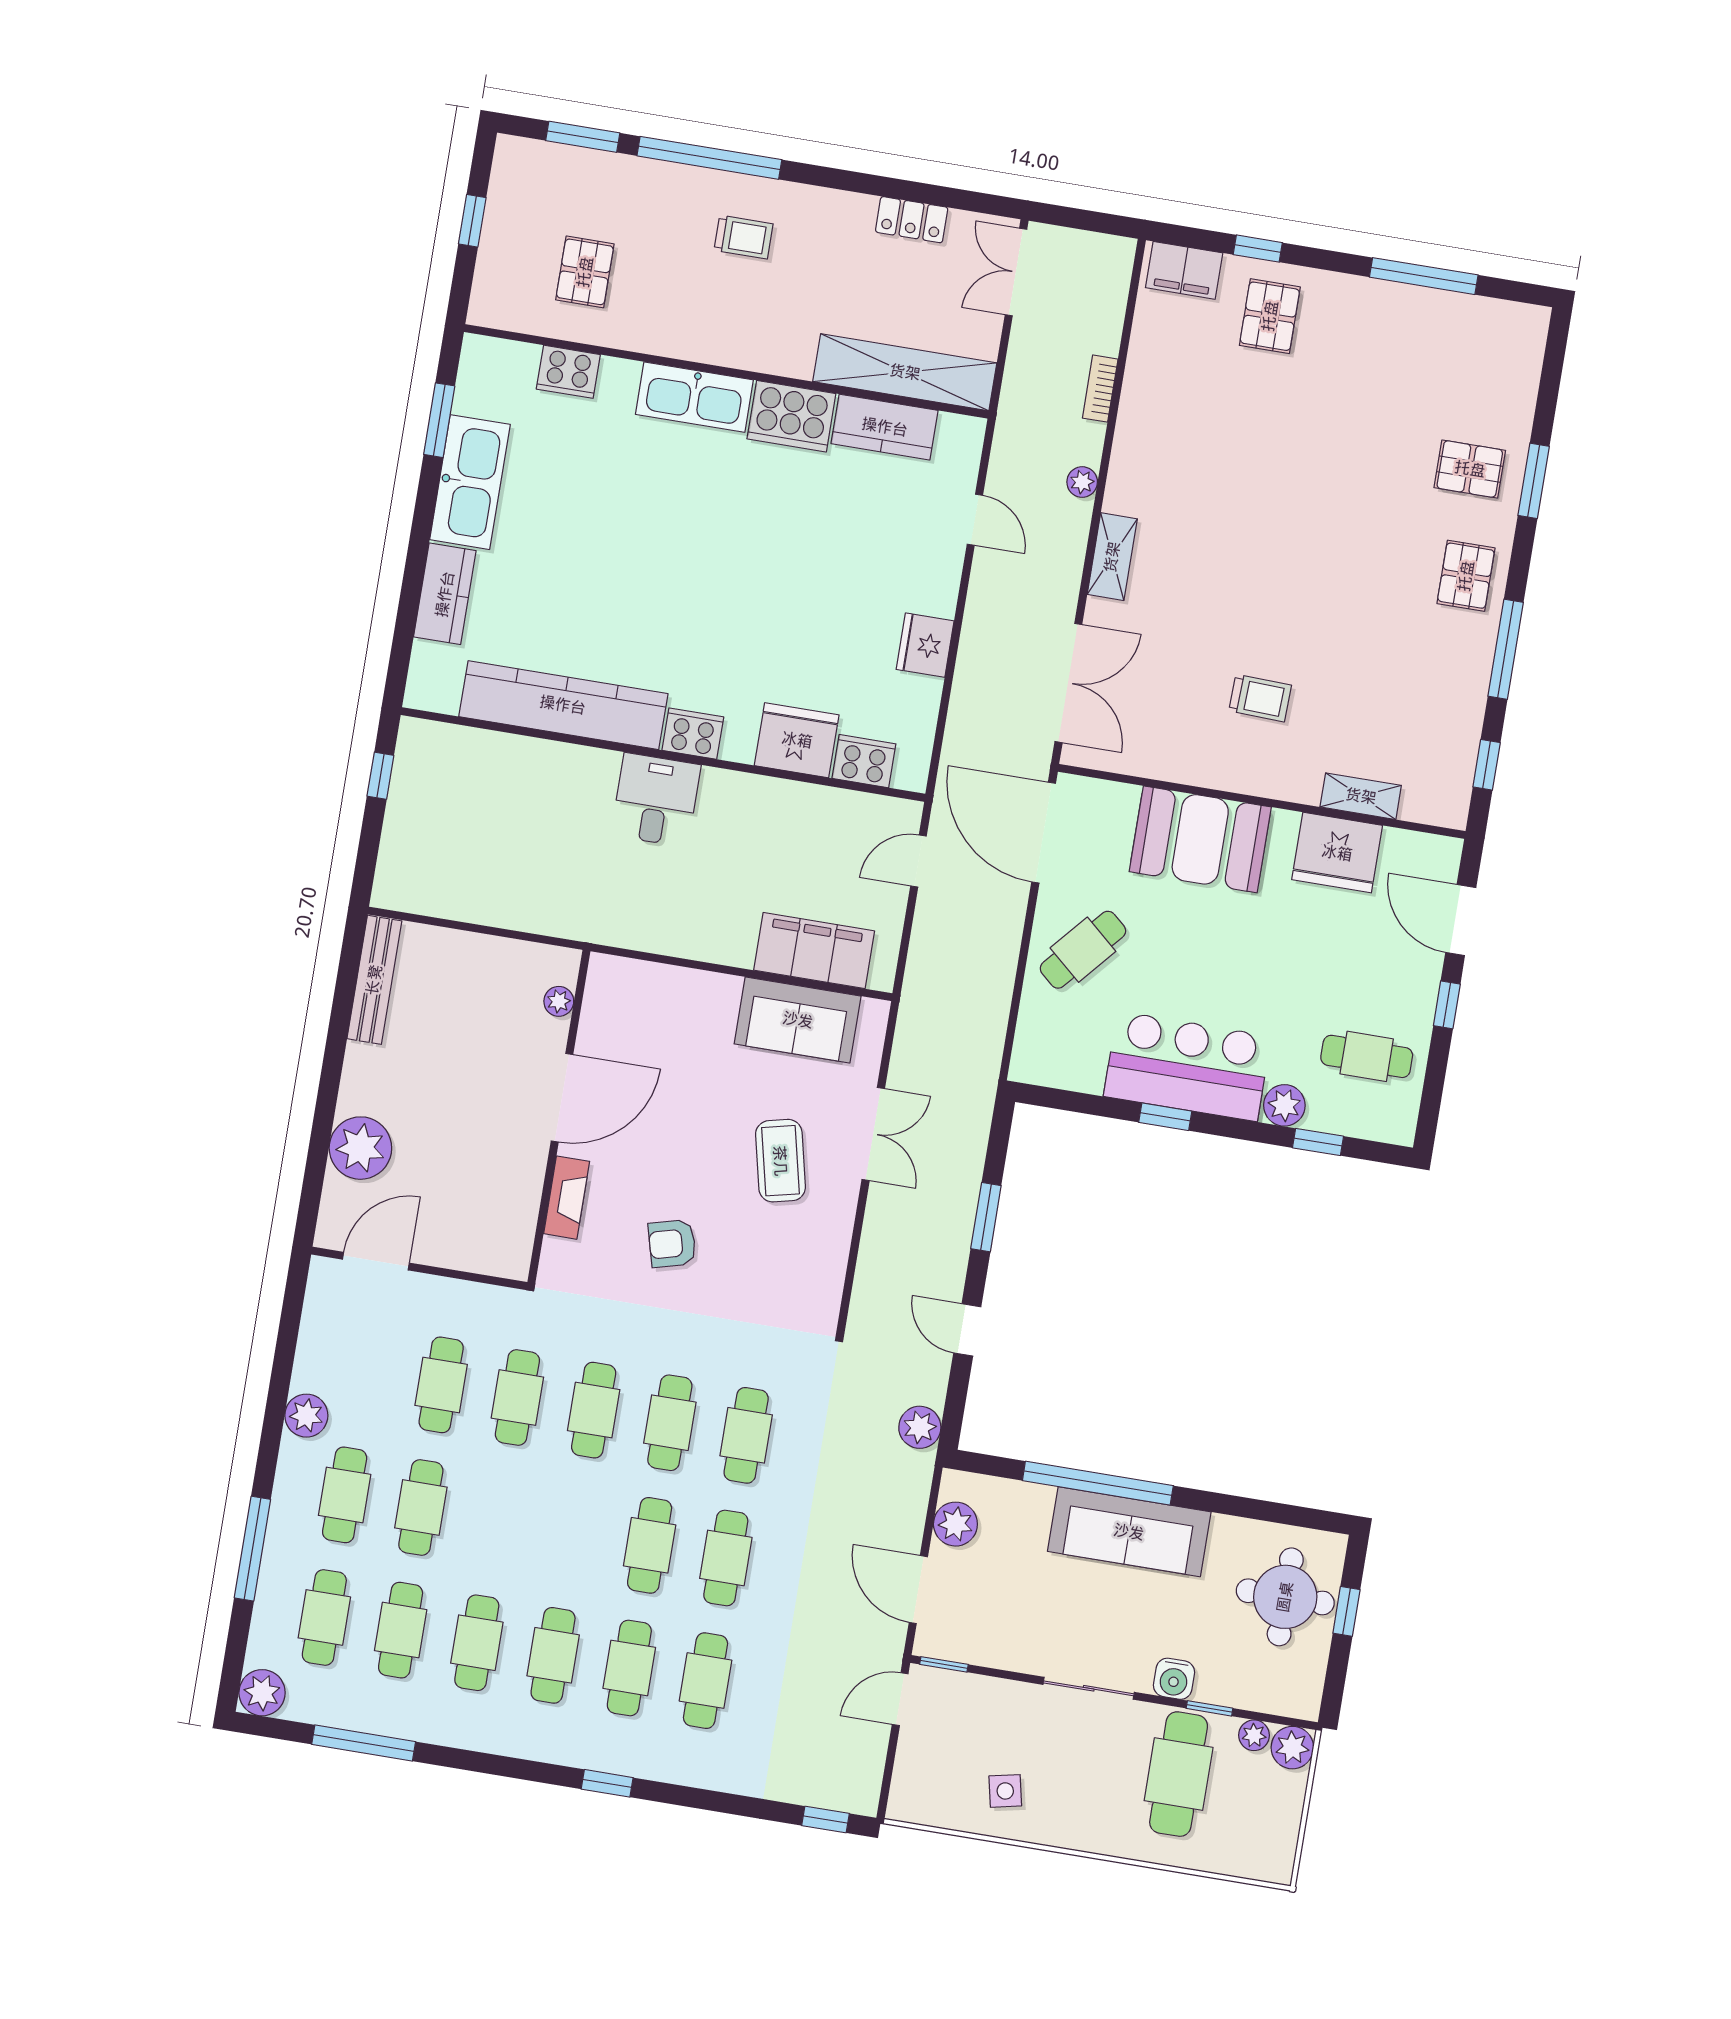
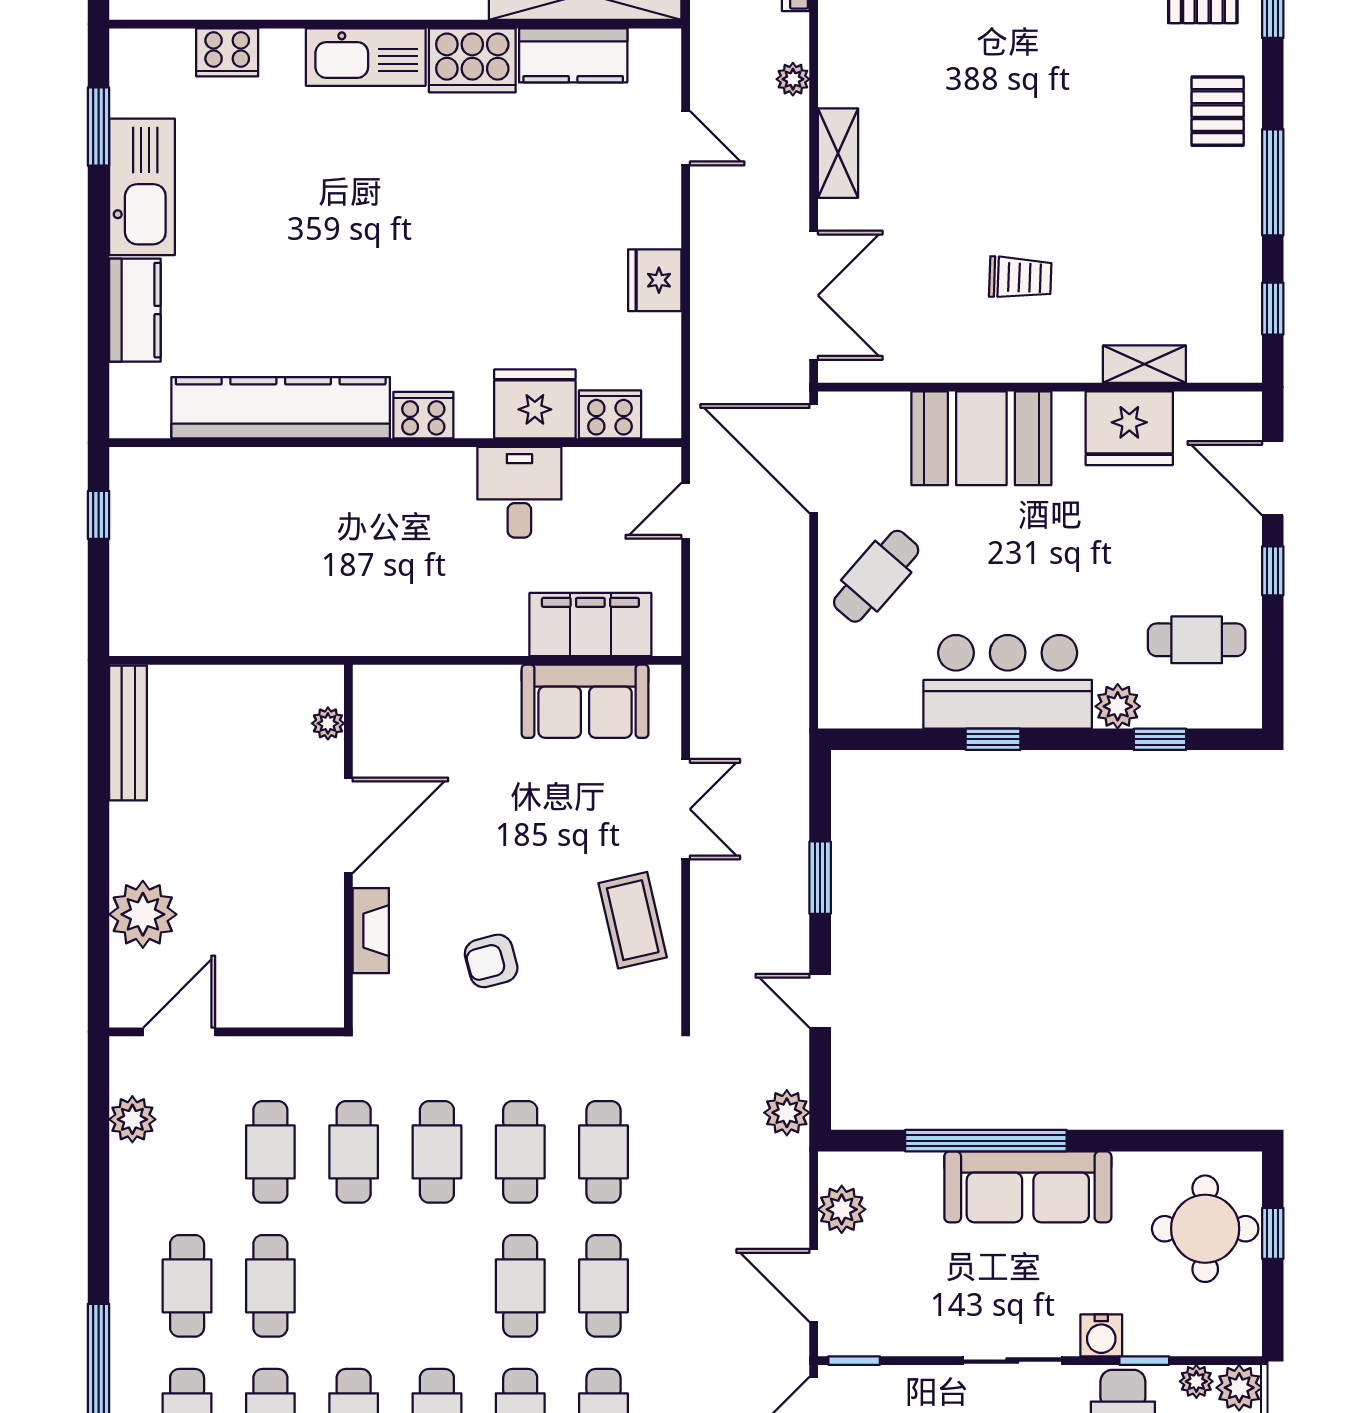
desk: (656, 800) -> (519, 492), moved
coffee table: (780, 1161) -> (633, 920), moved
plant: (306, 1416) -> (132, 1119), moved

